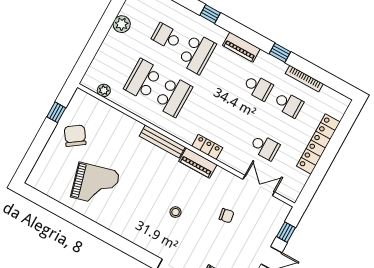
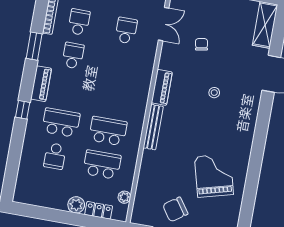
window: (210, 14) -> (23, 110), moved
plant: (122, 24) -> (76, 205), moved
window: (280, 53) -> (34, 46), width x1.50
school desk: (143, 79) -> (102, 165), turned 180
locker: (207, 147) -> (99, 210), moved, turned 90
double door: (259, 186) -> (164, 24), swing flipped

